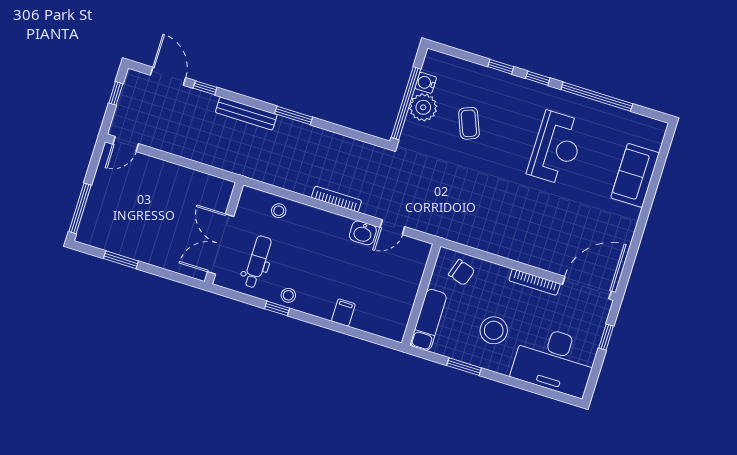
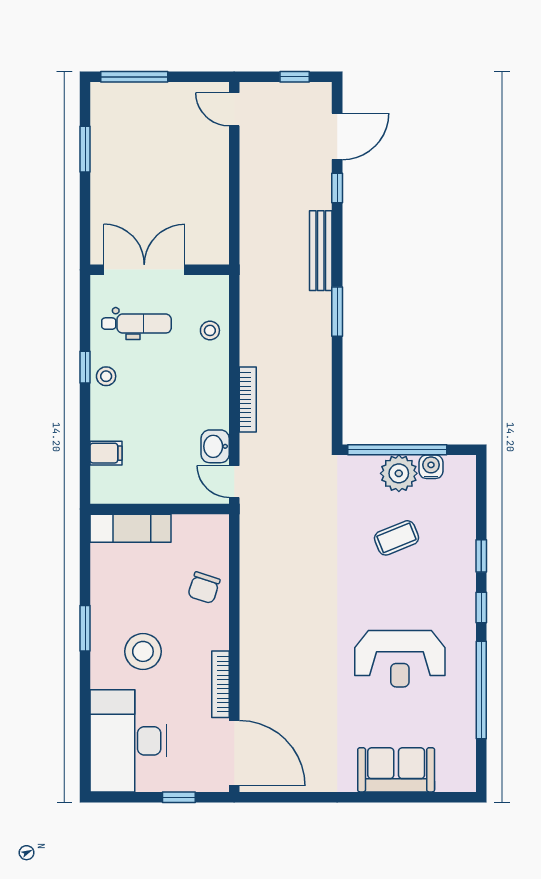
wall: (421, 295) -> (160, 509), moved
exam couch: (429, 320) -> (131, 528), moved

